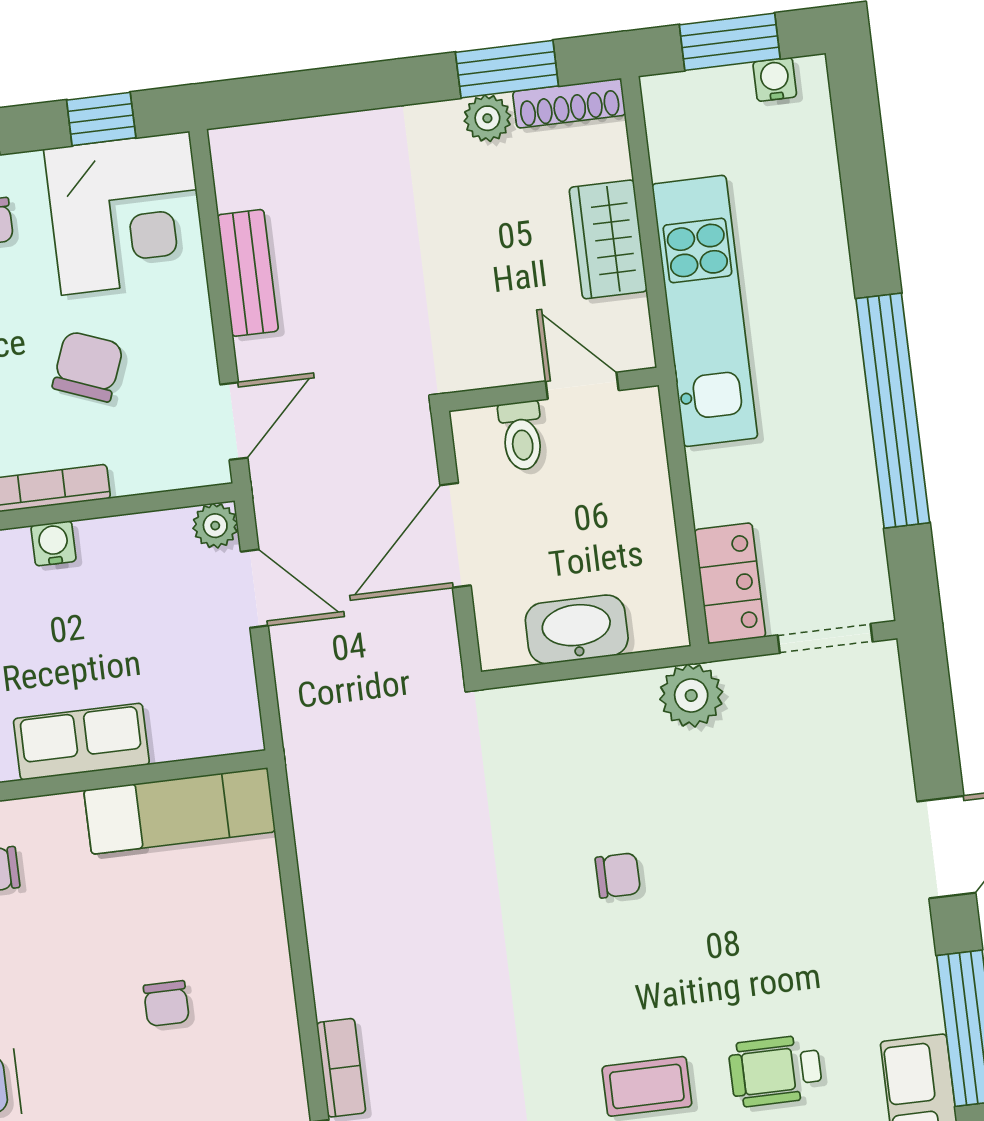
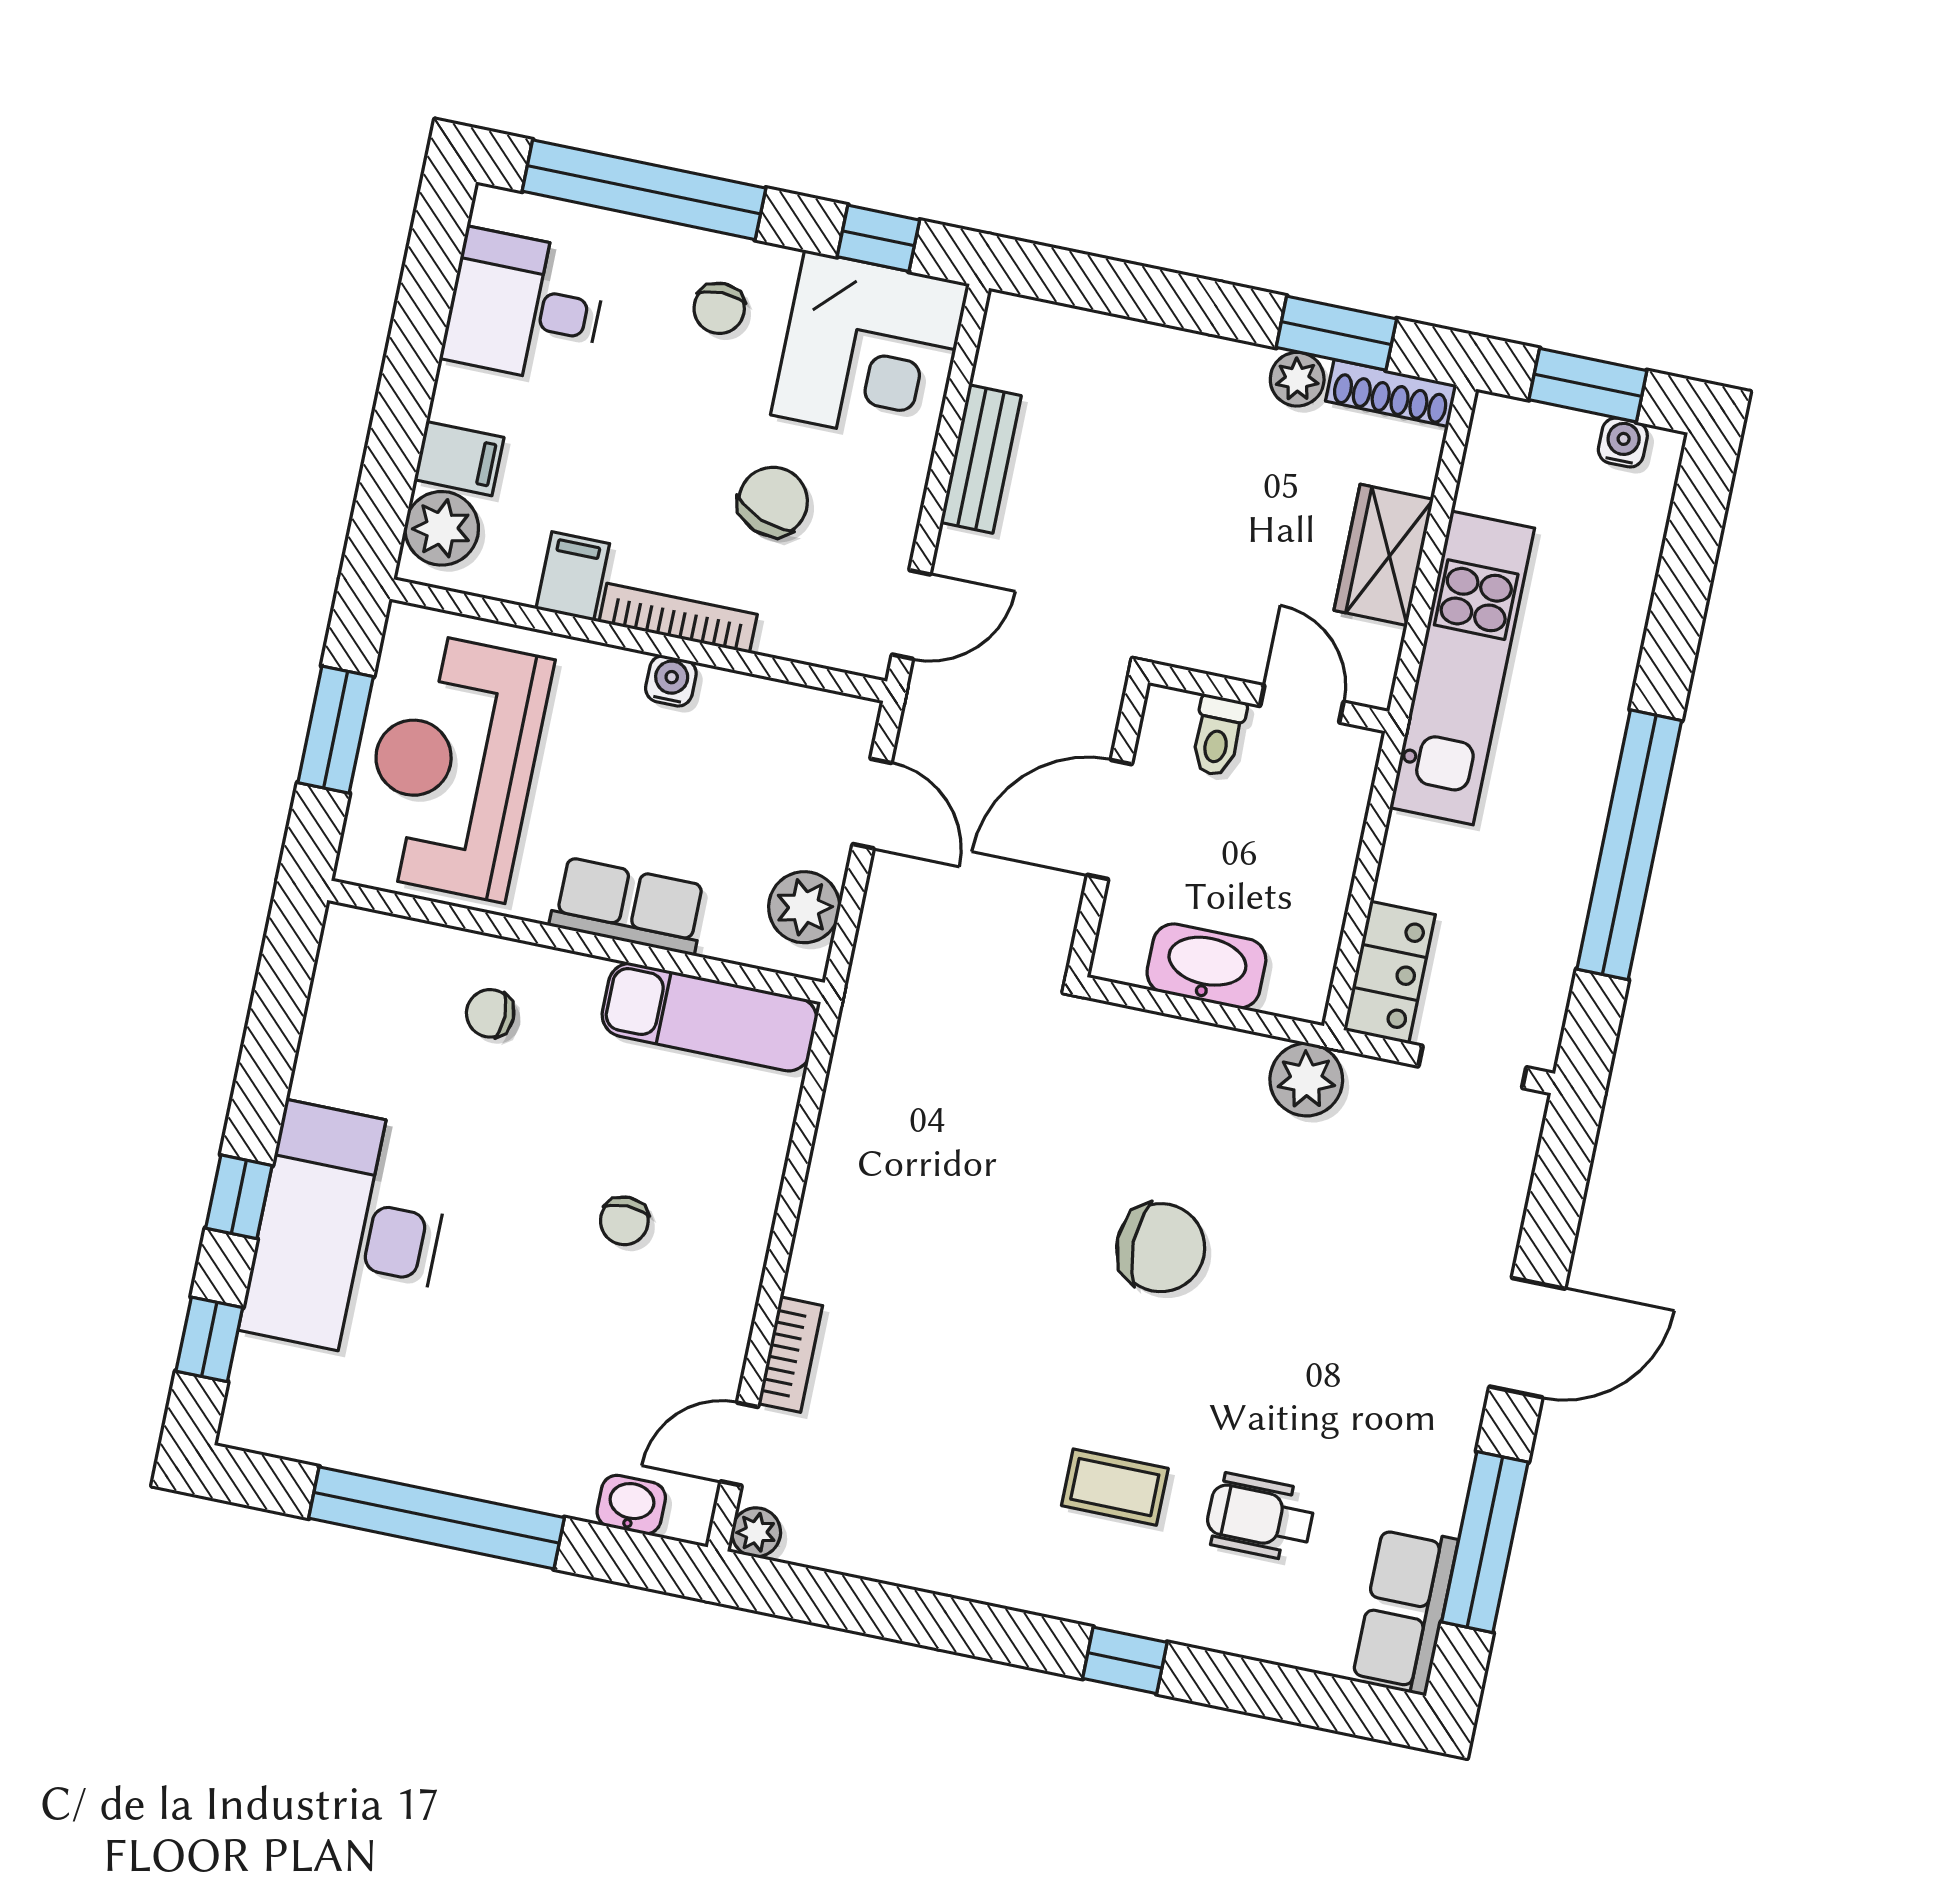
plant: (215, 526) -> (804, 907), moved, width x1.38, depth x1.38
chair: (618, 875) -> (1161, 1248), width x1.87, depth x1.87

